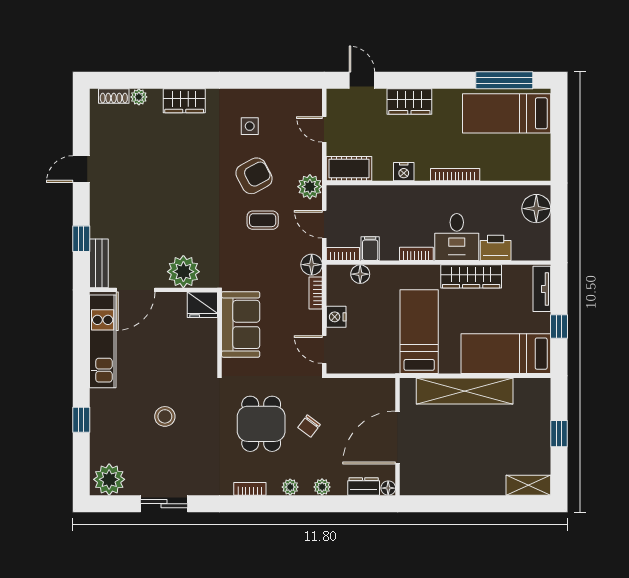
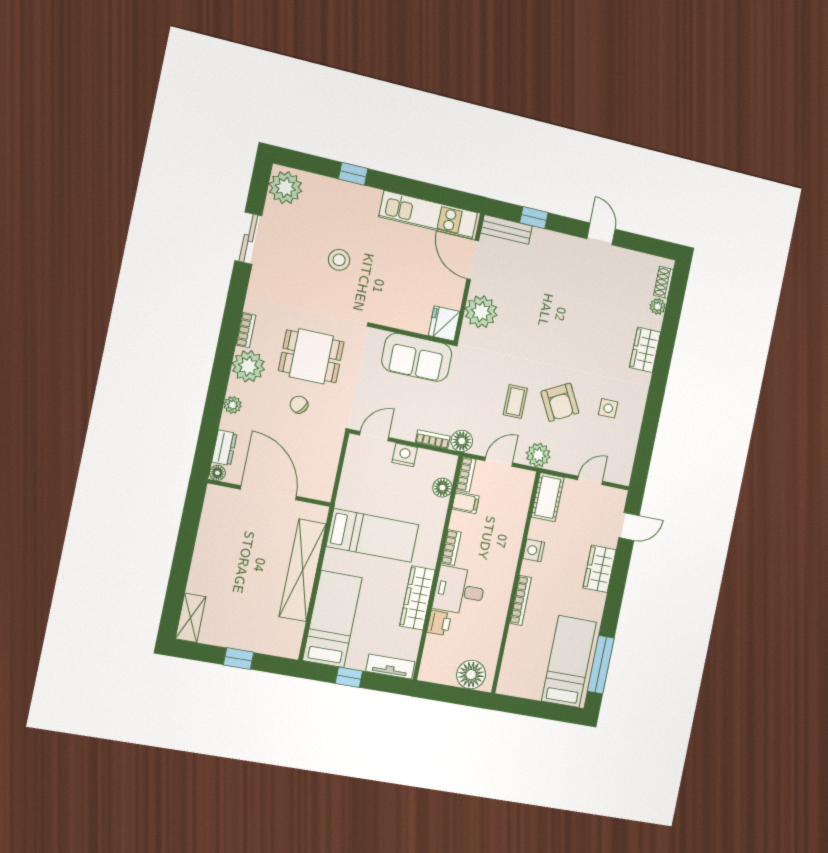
printer: (496, 248) -> (439, 623), width x0.73, depth x0.81
plant: (290, 487) -> (248, 366), width x1.87, depth x1.87

